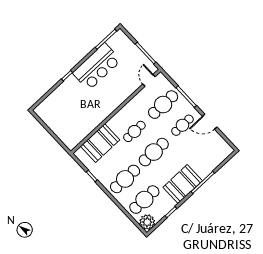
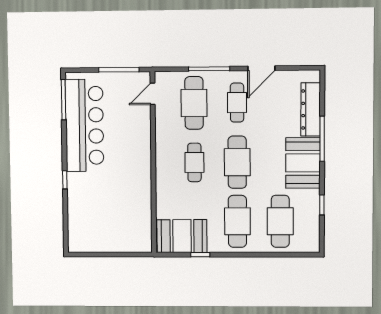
bar counter: (97, 67) -> (84, 125), width x1.36
door: (149, 80) -> (153, 94), hinge flipped
booth: (100, 143) -> (182, 236), moved, turned 90
dresser: (212, 164) -> (311, 109), added
plant: (147, 222) -> (308, 241), removed

